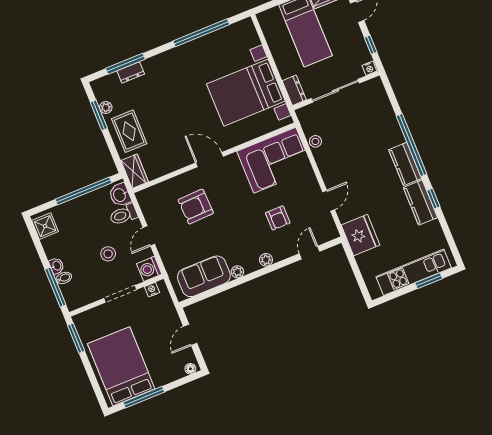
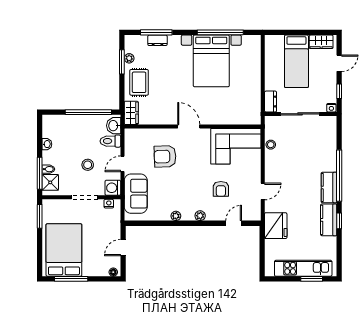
bed with nightstands: (246, 93) -> (211, 61), moved, turned -90
shower: (45, 226) -> (50, 182), moved
washbasin: (57, 266) -> (47, 144), moved
sofa: (204, 276) -> (136, 194), moved, turned 90

